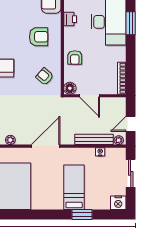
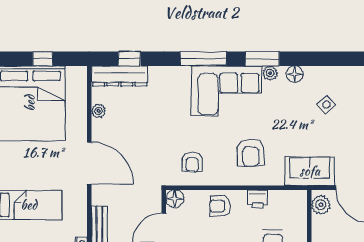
printer: (70, 19) -> (258, 199), moved
armchair: (45, 77) -> (192, 162), turned 139

